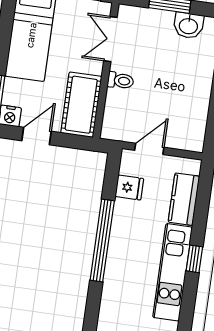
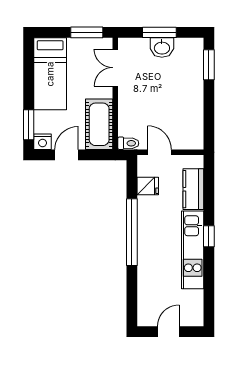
washbasin: (188, 25) -> (162, 48), moved
toilet: (121, 81) -> (128, 143), moved
door: (149, 149) -> (160, 152), hinge flipped

